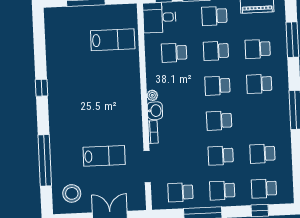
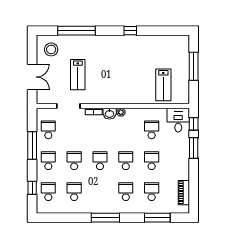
school desk: (214, 16) -> (177, 161), removed

